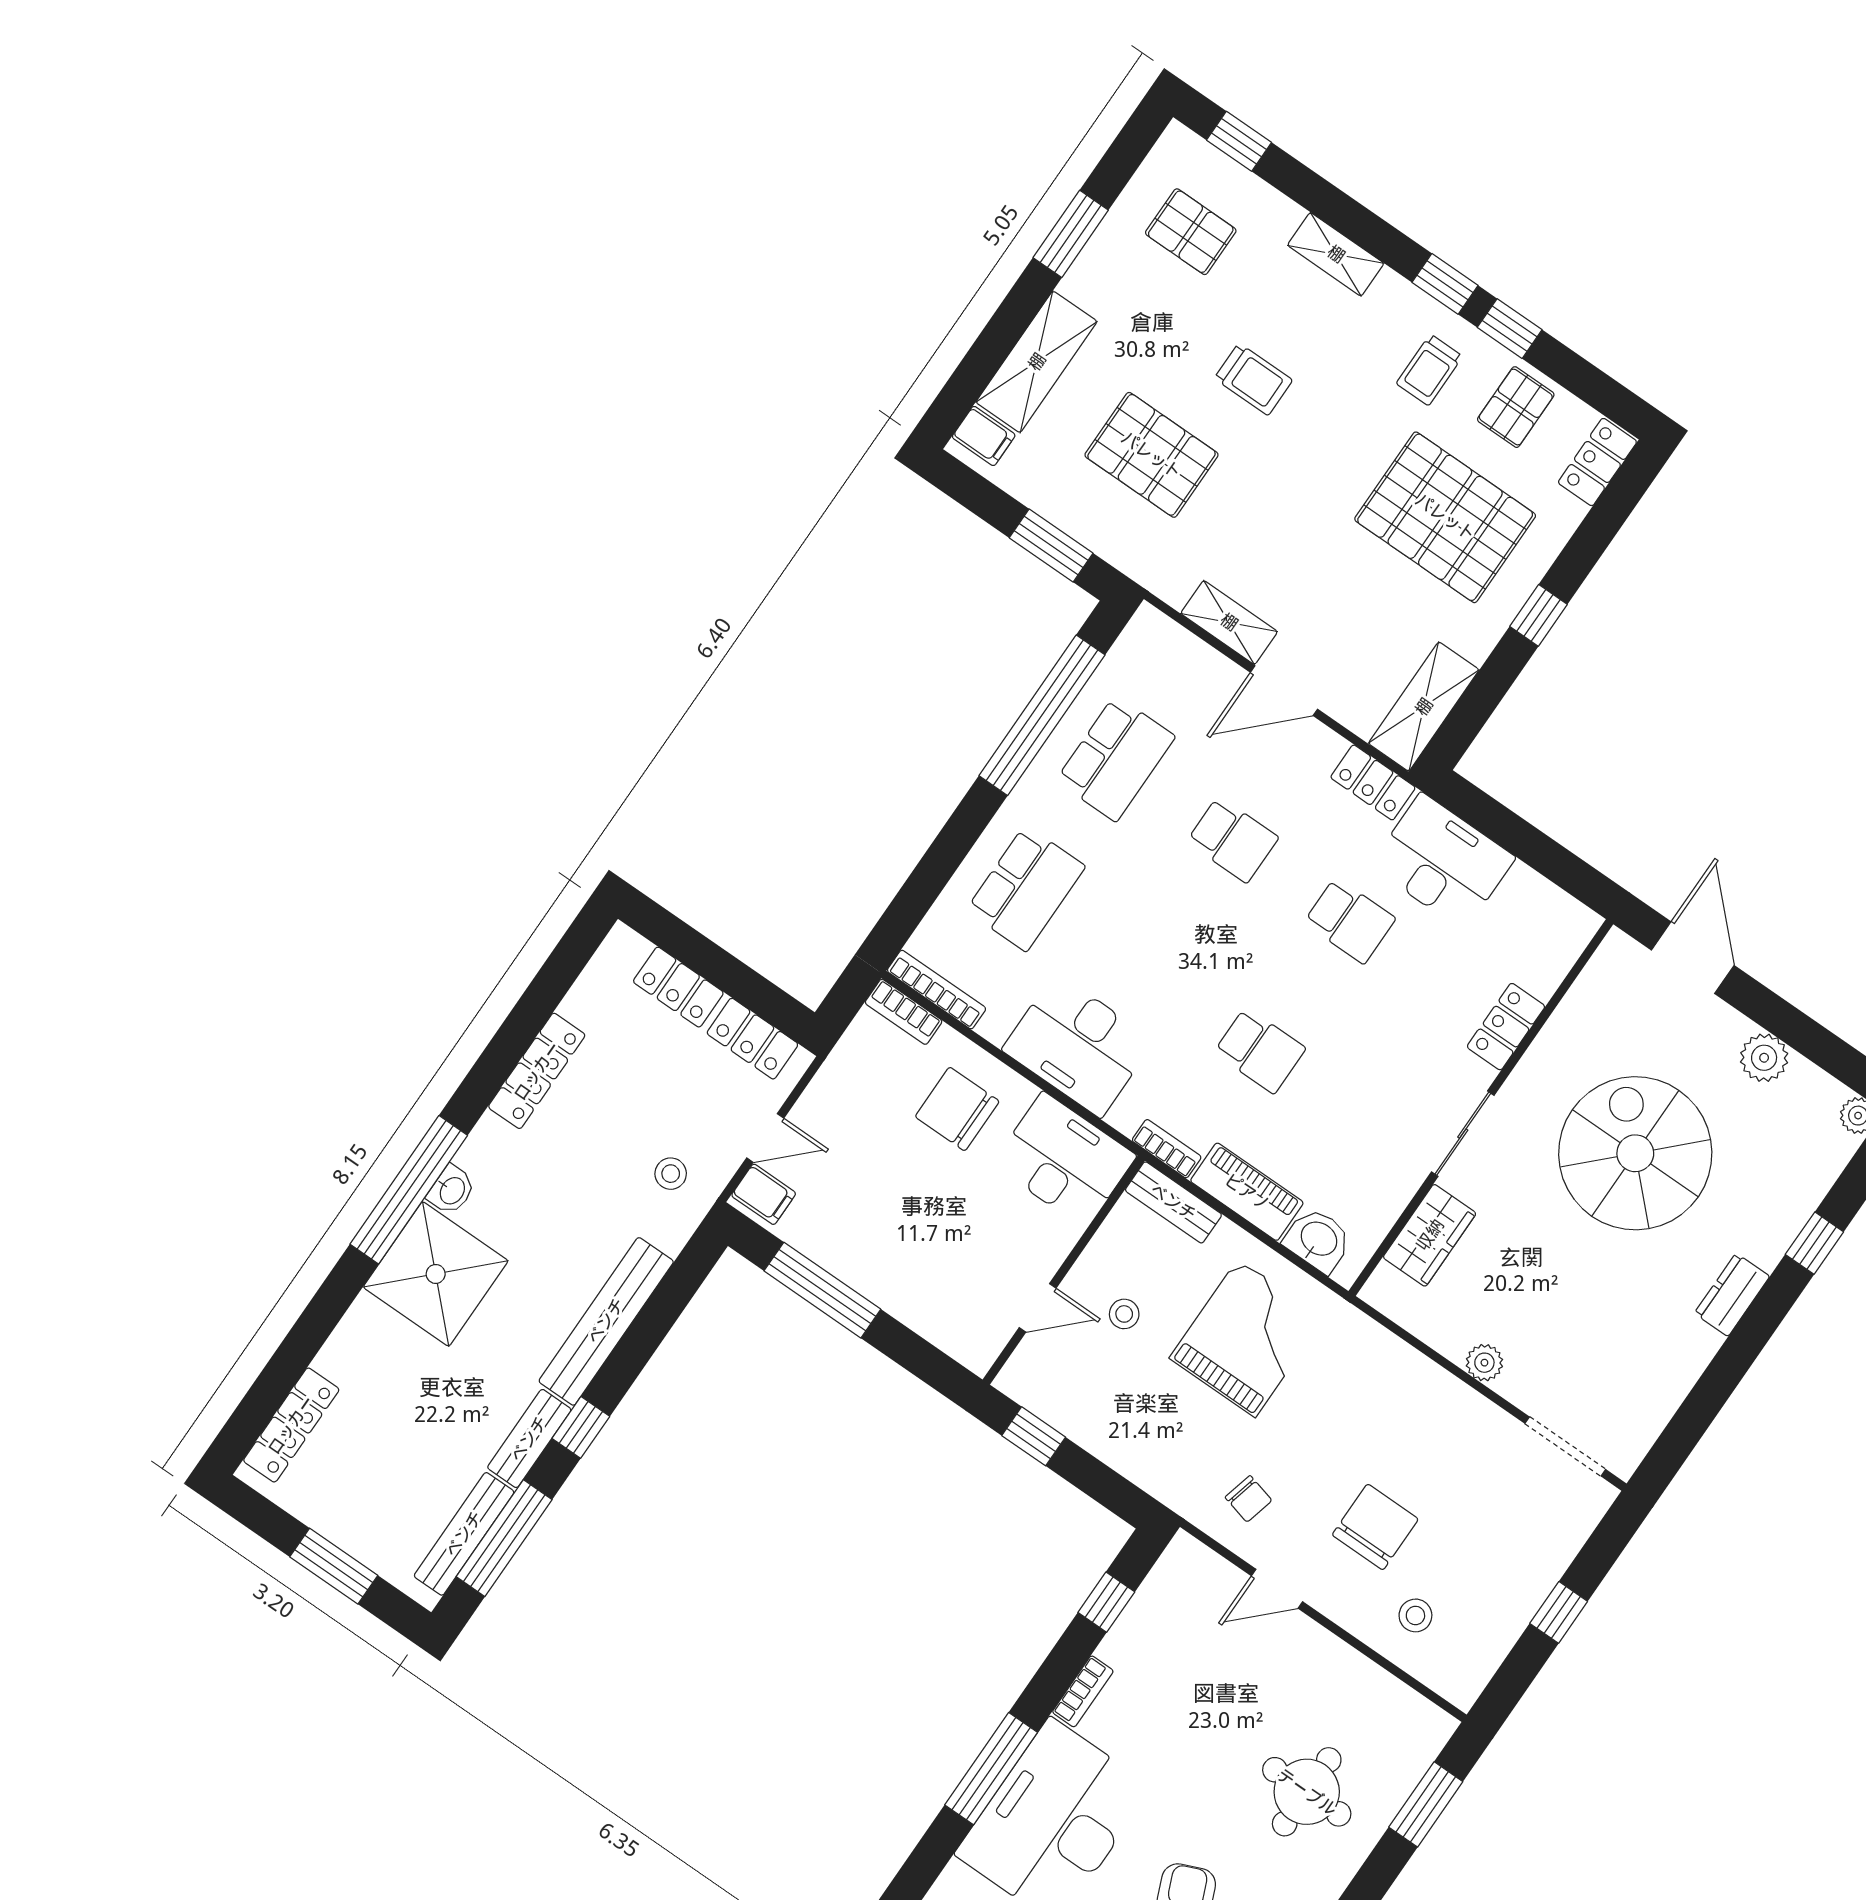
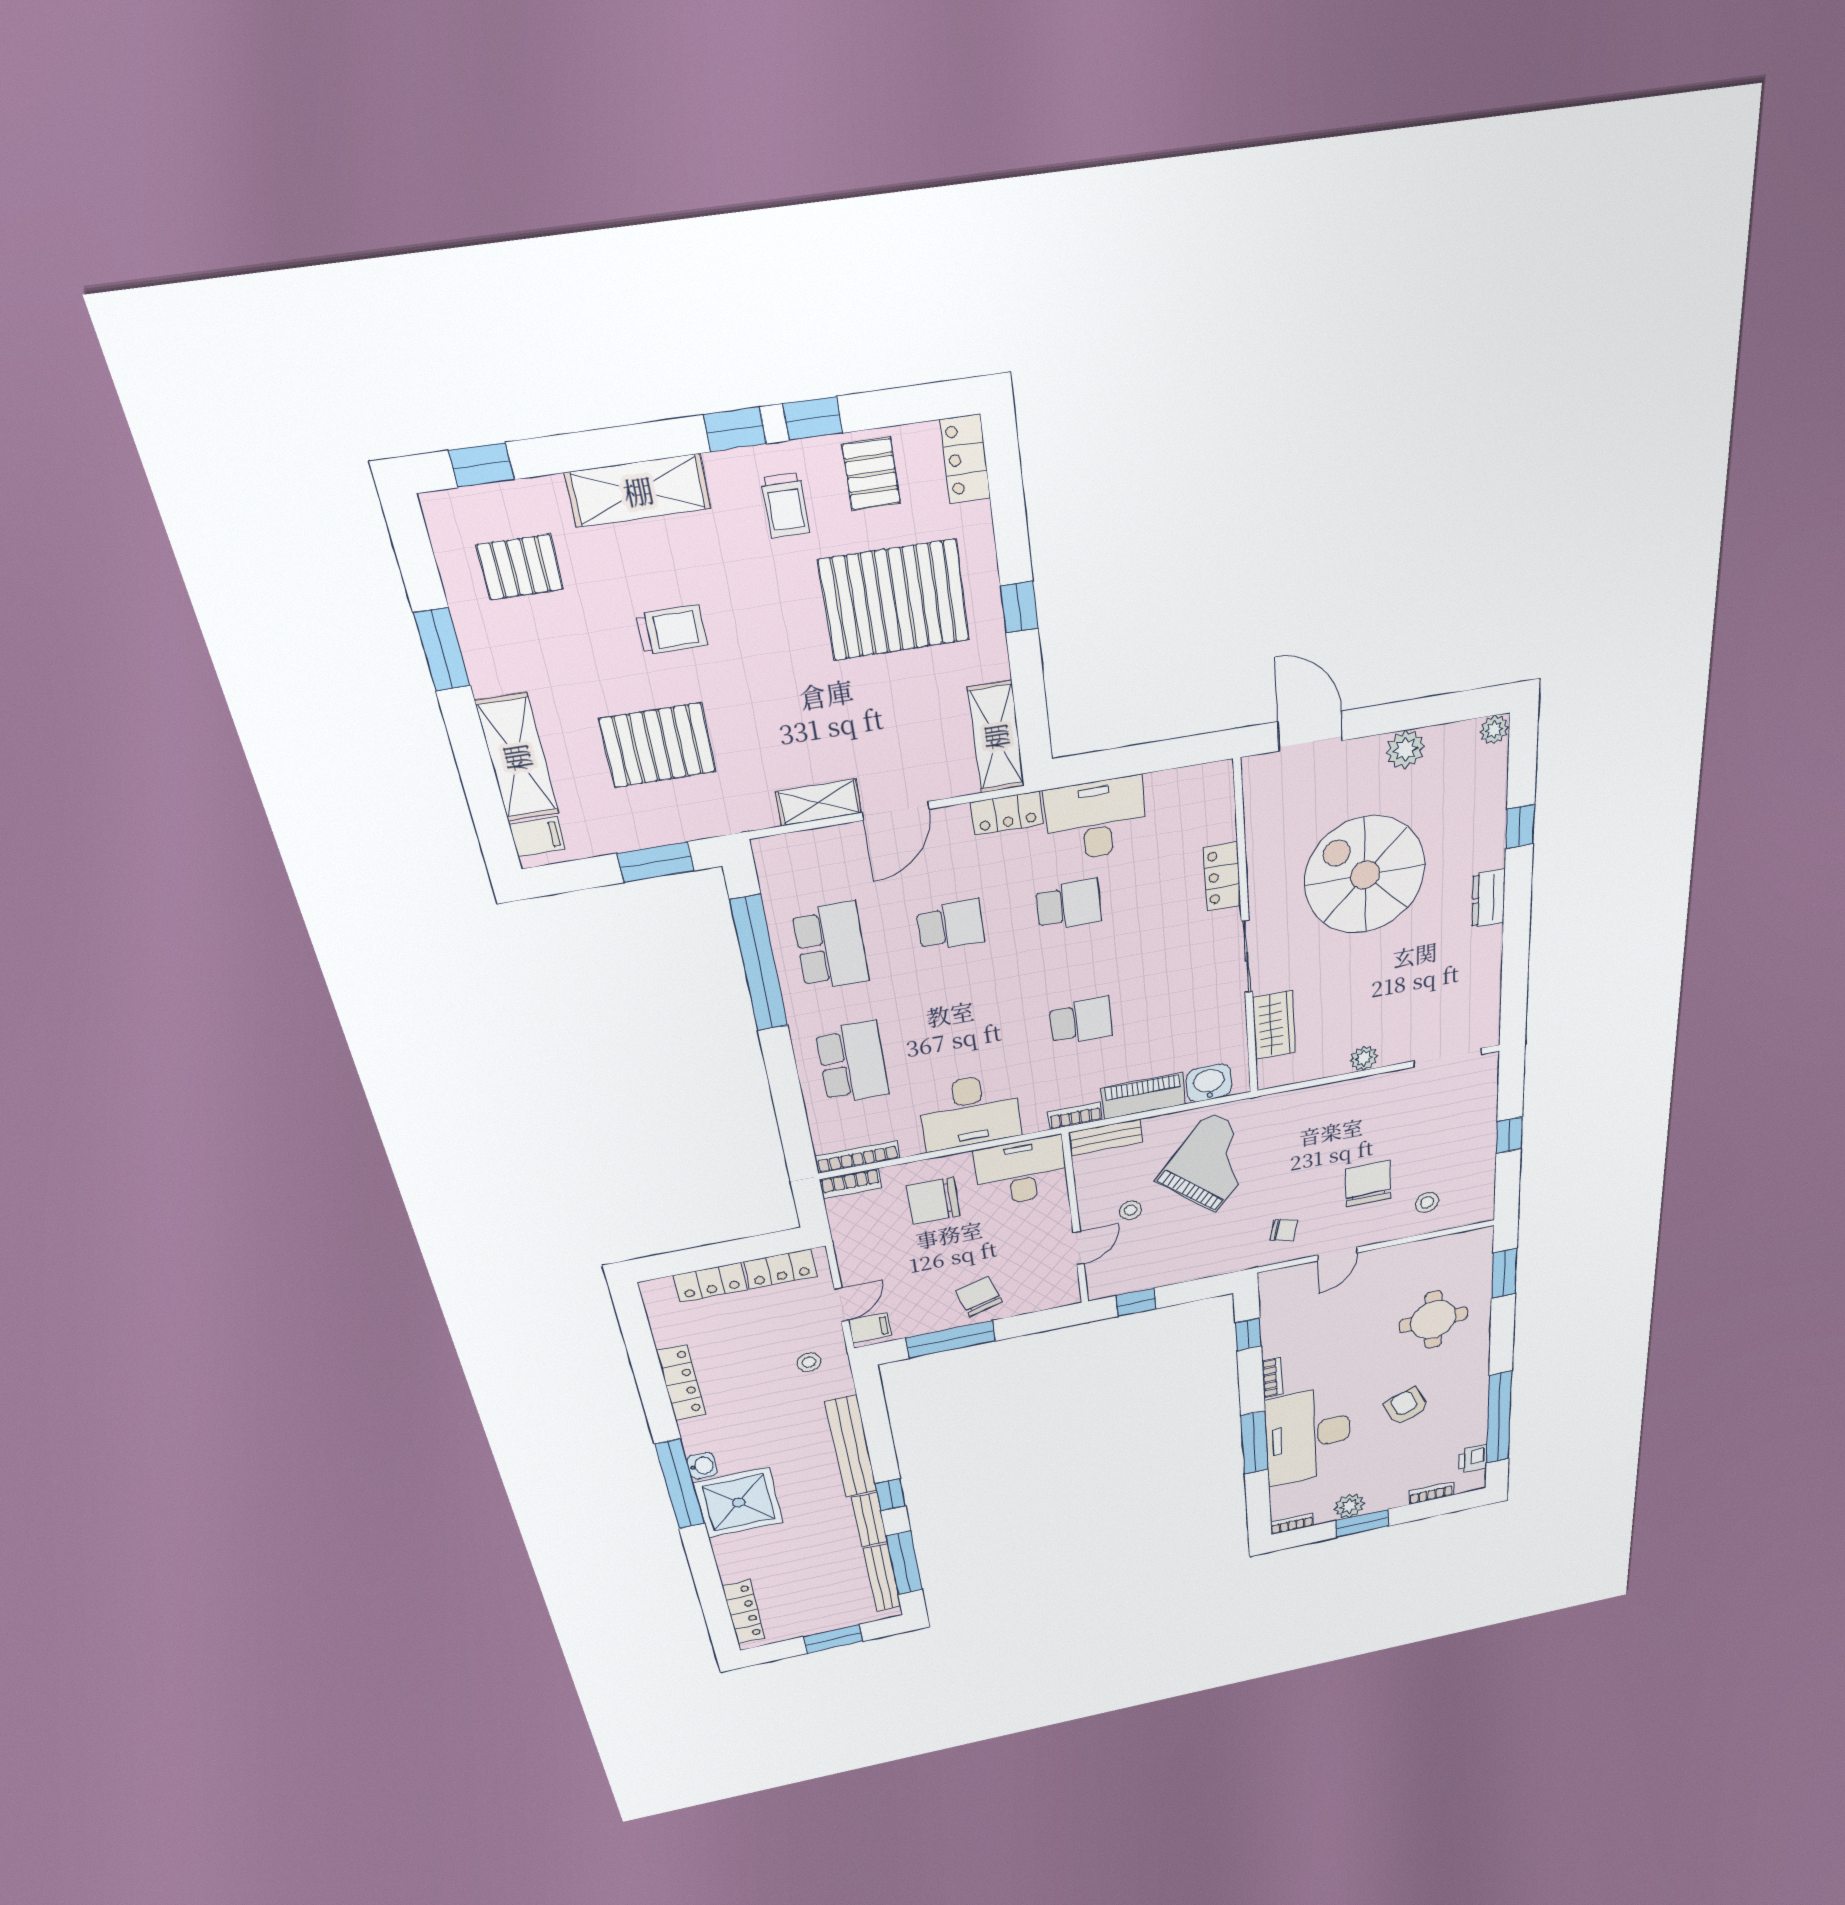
shelving: (1336, 254) -> (638, 491), width x1.50, depth x1.33
chair: (896, 1266) -> (979, 1296), added
grand piano: (1247, 1338) -> (1212, 1163), turned 41

